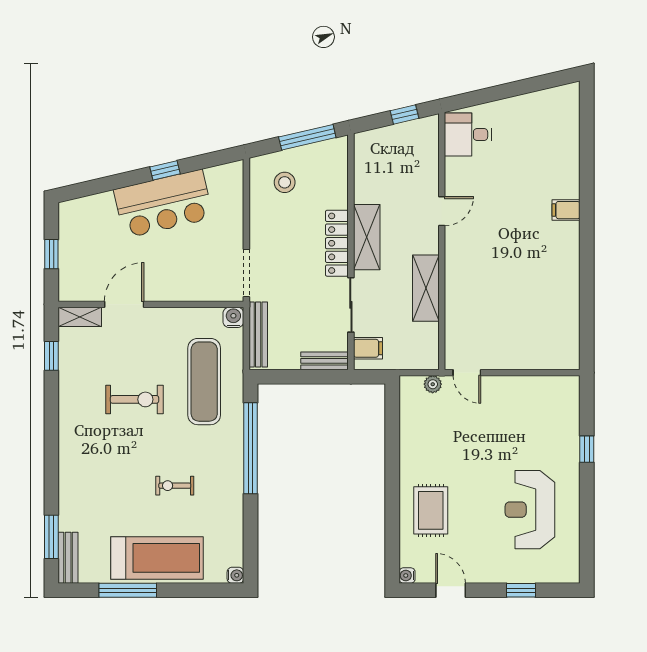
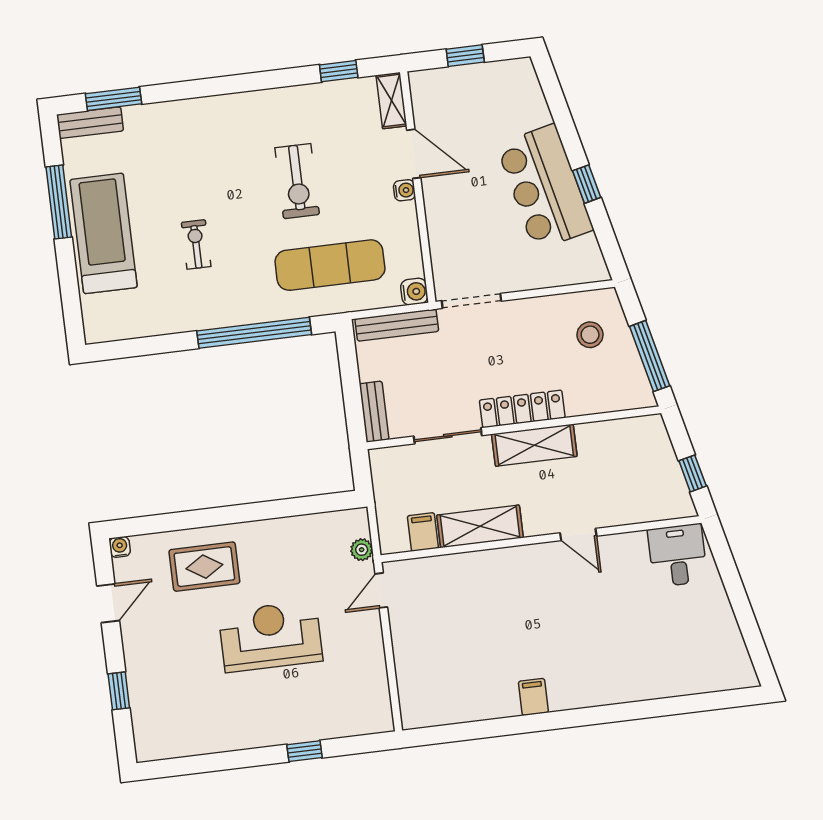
filing cabinet: (566, 210) -> (533, 697), moved
filing cabinet: (368, 348) -> (423, 532), moved, turned 180
reception desk: (530, 510) -> (271, 636), moved
treadmill: (157, 558) -> (104, 233), turned 180
water cooler: (235, 575) -> (404, 190), moved, turned -90

